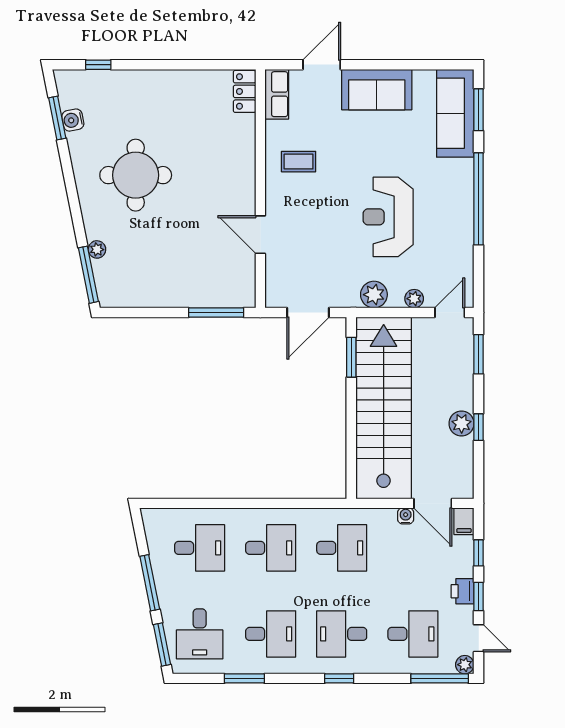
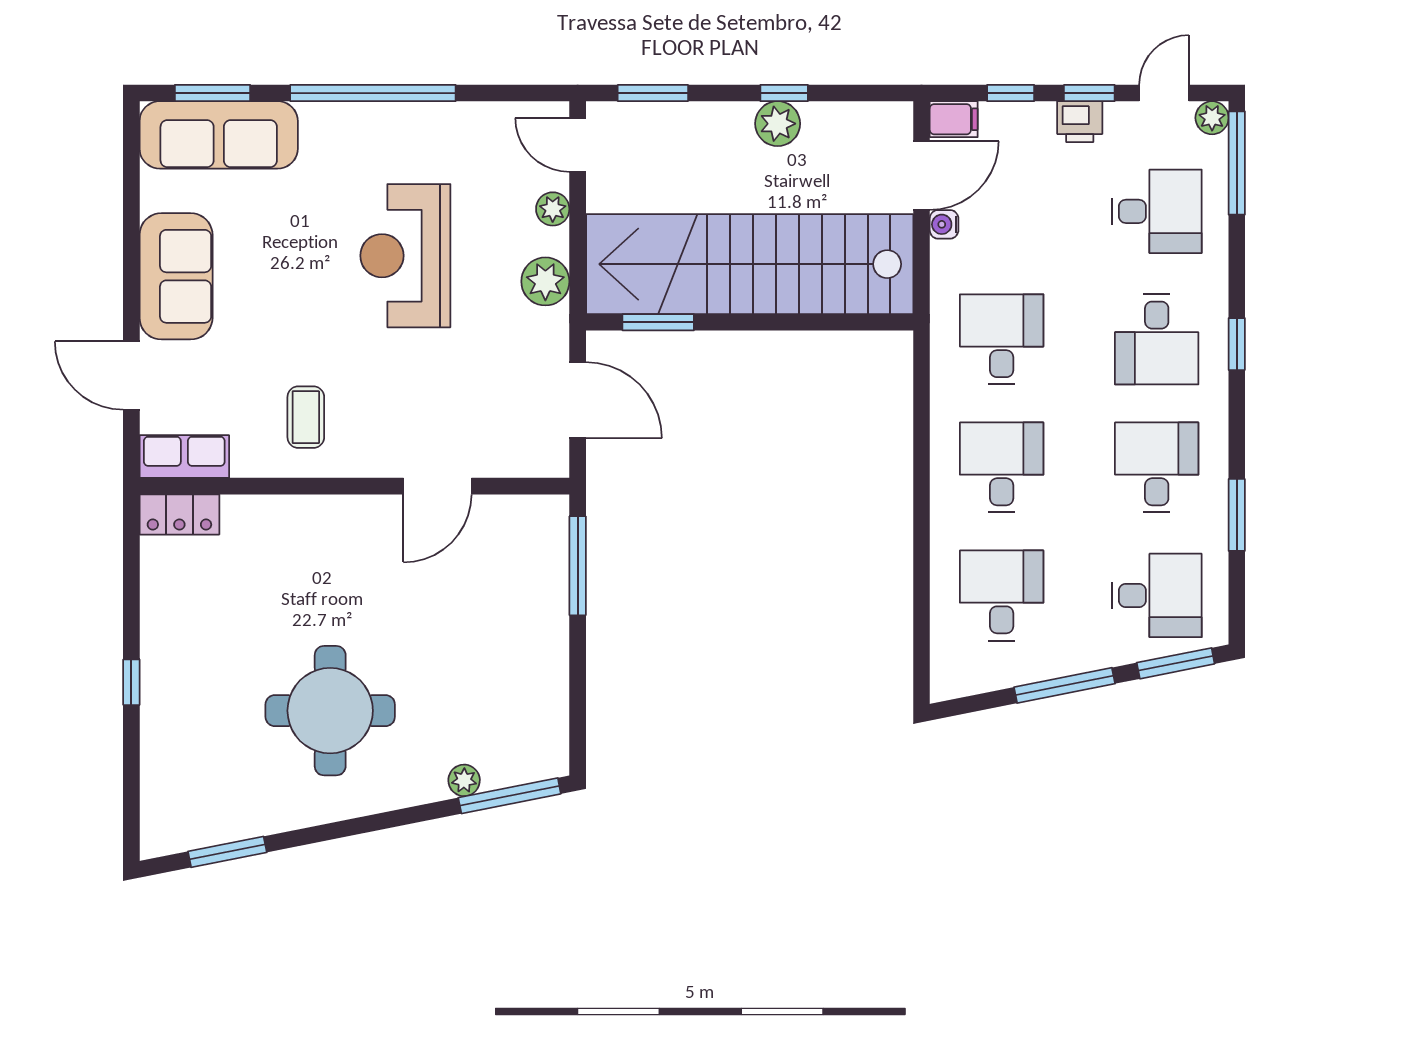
window: (98, 65) -> (131, 682), moved
water cooler: (73, 120) -> (231, 824), removed
reception desk: (388, 217) -> (405, 256), turned 90
desk: (413, 634) -> (1157, 211), turned 90

